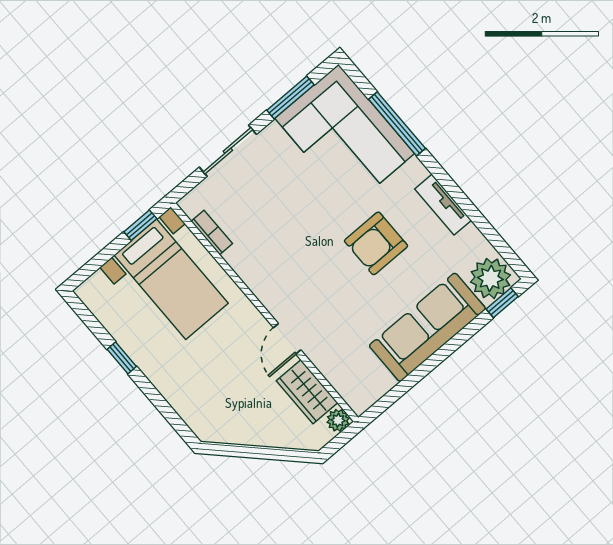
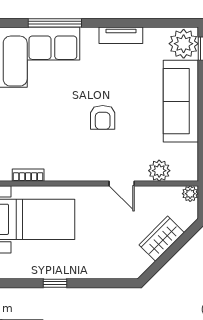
armchair: (376, 243) -> (103, 117), moved, width x0.72, depth x0.72
plant: (334, 367) -> (159, 171), added
wardrobe: (307, 392) -> (162, 239), moved, turned 135

